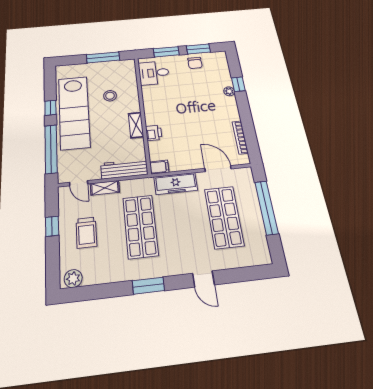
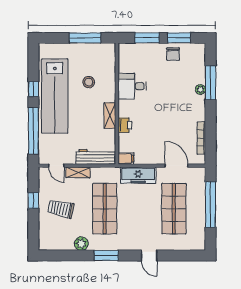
desk: (154, 73) -> (132, 86), moved
window: (238, 84) -> (211, 83), width x2.17
trolley: (86, 233) -> (61, 209), turned 102
plant: (73, 279) -> (81, 244), moved

